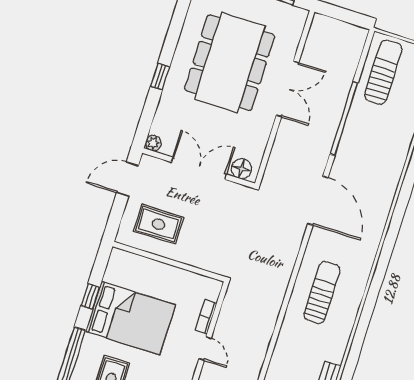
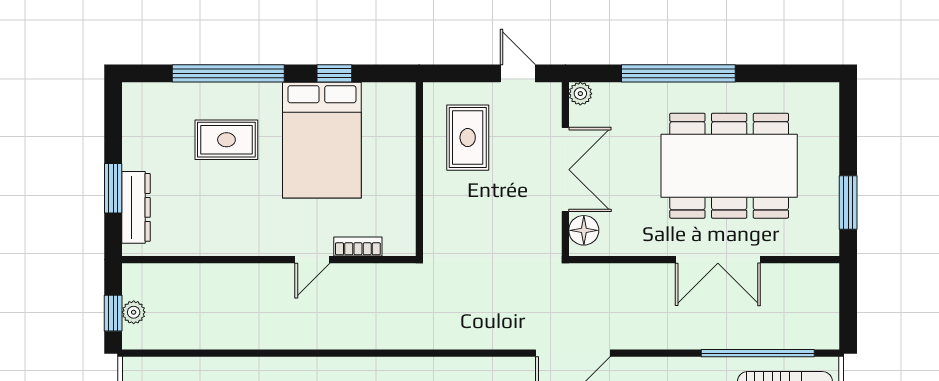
window: (160, 76) -> (678, 73), width x3.17
window: (344, 119) -> (758, 353), moved
door: (128, 179) -> (518, 73), width x0.73

